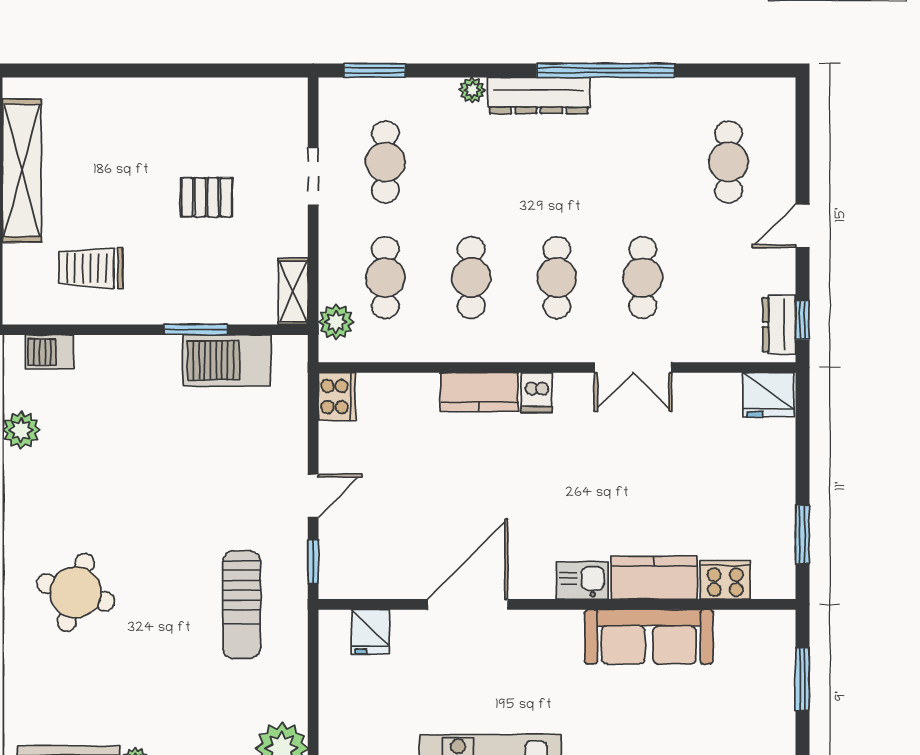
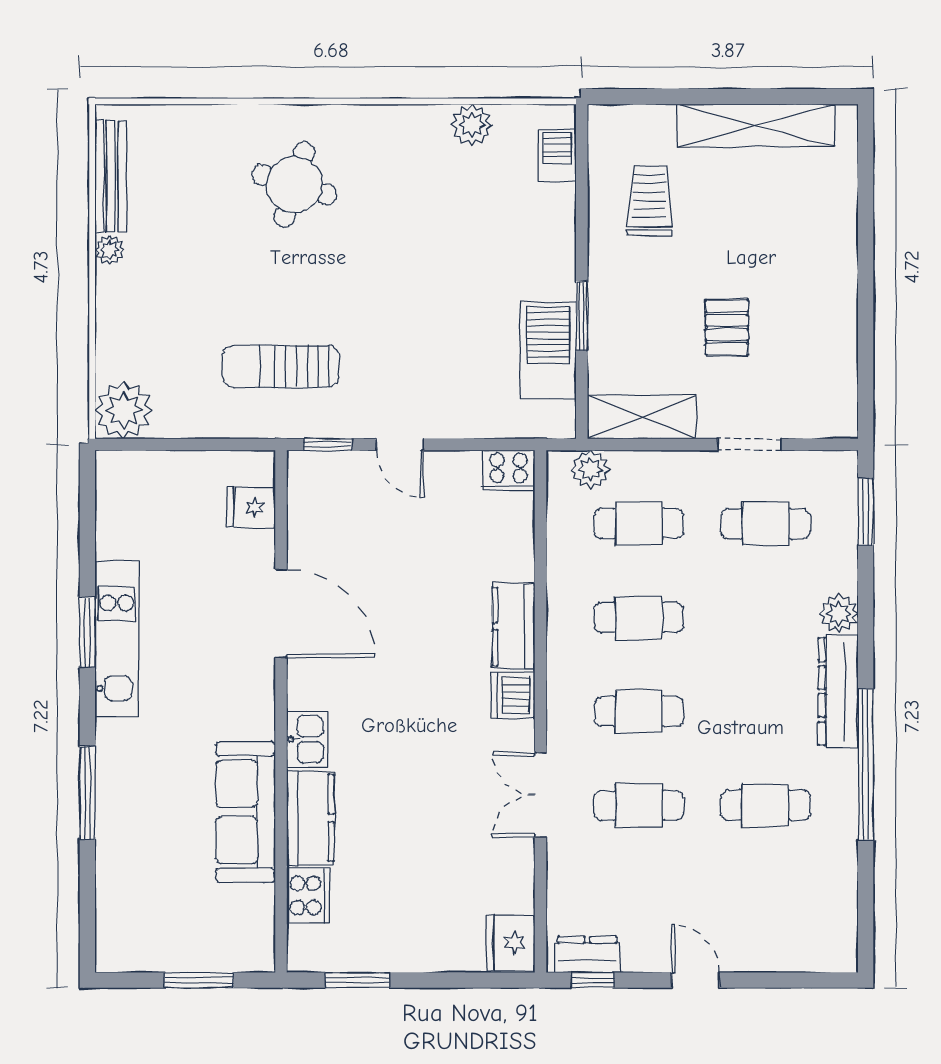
plant: (472, 90) -> (839, 613), width x1.38, depth x1.38
cafe table: (728, 162) -> (765, 805), moved
shelving: (293, 291) -> (642, 417), width x1.50, depth x1.33
dishwasher: (537, 393) -> (513, 695), width x1.38

